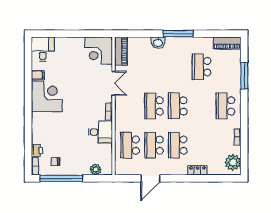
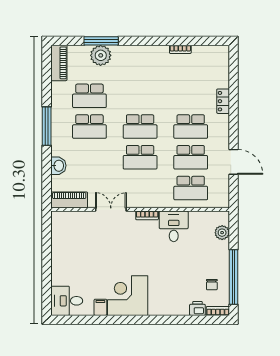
washbasin: (158, 43) -> (58, 166), moved
corner desk: (99, 51) -> (69, 229), removed
school desk: (225, 106) -> (89, 127), moved
plant: (233, 162) -> (101, 55), moved

